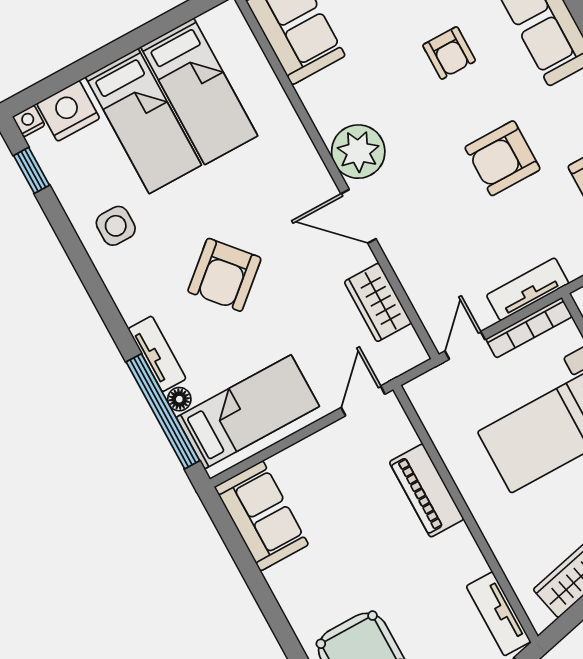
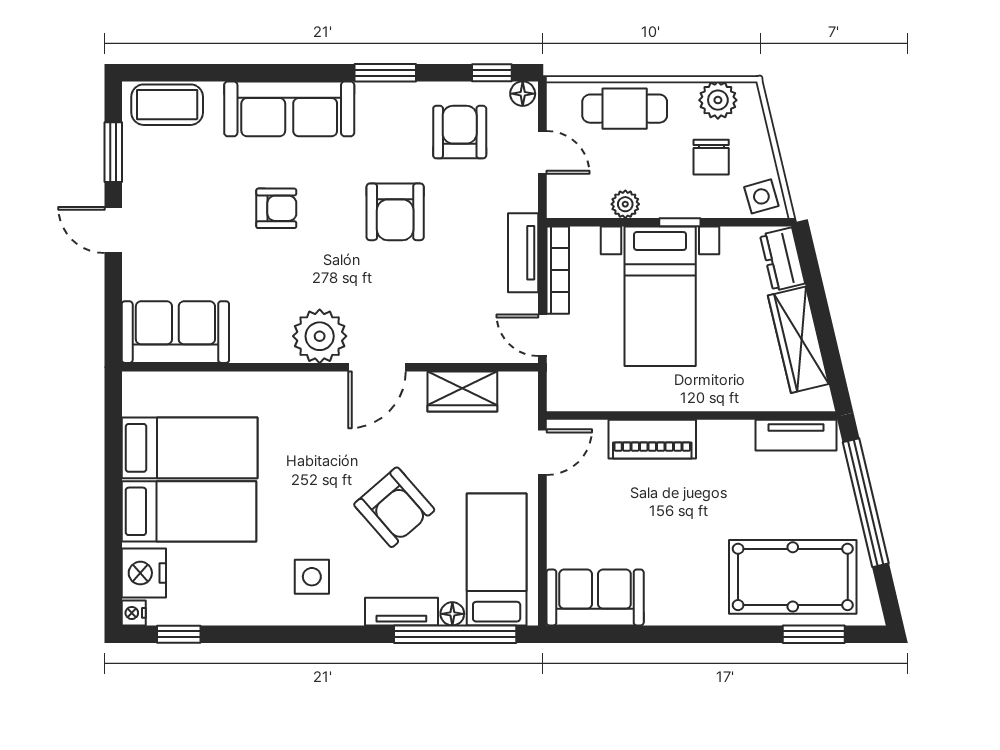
side table: (116, 226) -> (312, 577), moved
armchair: (224, 275) -> (394, 507), moved
door: (363, 401) -> (542, 452), swing flipped

